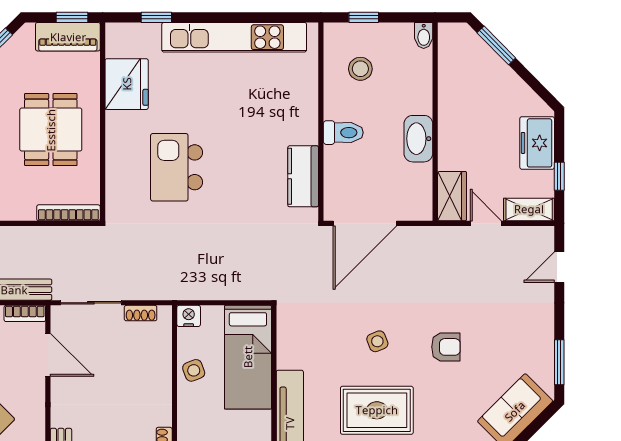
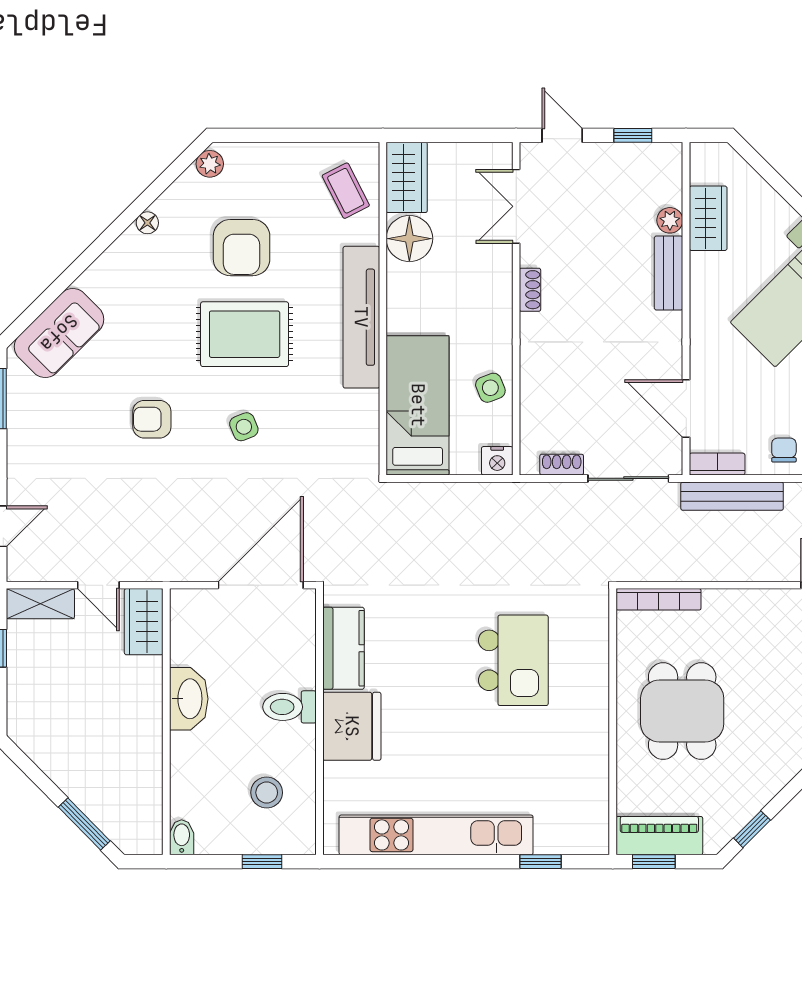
fridge: (127, 84) -> (352, 726), moved, turned 180
freezer: (537, 143) -> (29, 693), removed

